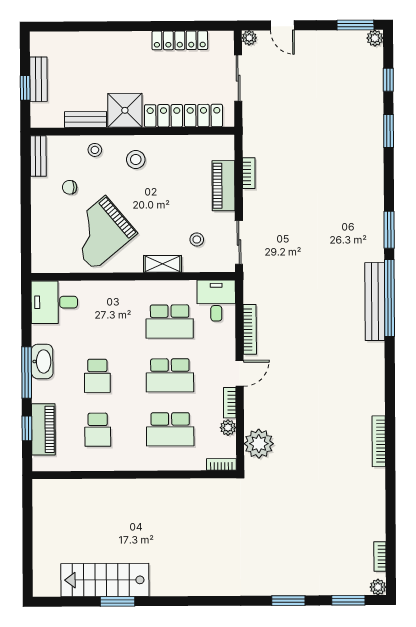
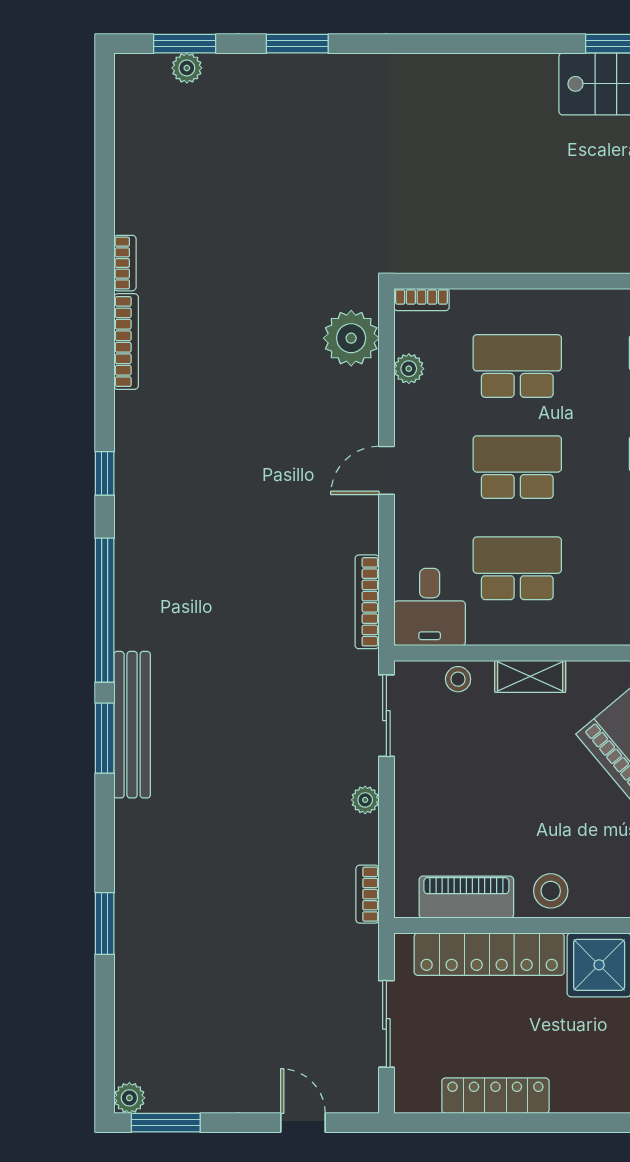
plant: (249, 38) -> (365, 800), moved
window: (388, 80) -> (105, 473), moved
stool: (136, 160) -> (551, 891), moved
bookcase: (249, 173) -> (367, 894), moved
piano: (223, 186) -> (466, 897), moved, turned -90
stool: (197, 239) -> (458, 679), moved
bench: (375, 302) -> (132, 725), moved
bookcase: (250, 329) -> (367, 602), moved
bookcase: (230, 403) -> (405, 415), removed
bookcase: (380, 556) -> (125, 263), moved
plant: (378, 587) -> (187, 68), moved

